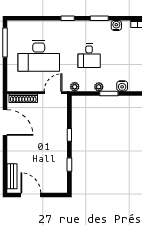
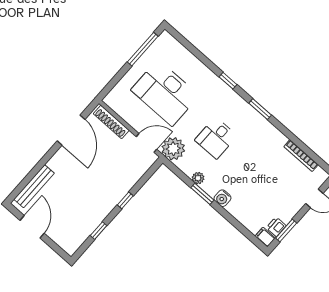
water cooler: (116, 25) -> (271, 132), removed
plant: (75, 87) -> (173, 149), width x1.88, depth x1.88
bench: (12, 176) -> (34, 186), width x1.36

